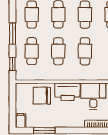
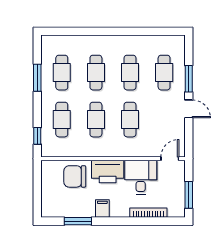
window: (12, 34) -> (37, 78), moved
filing cabinet: (21, 121) -> (102, 209), moved

